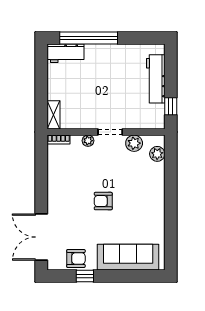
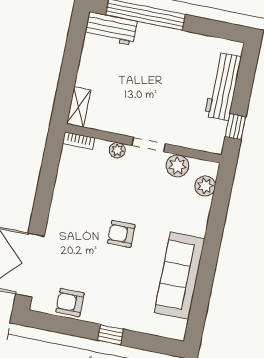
sofa: (128, 257) -> (180, 276), moved, turned -90
armchair: (76, 258) -> (70, 303), turned 180
window: (85, 276) -> (111, 335), moved

